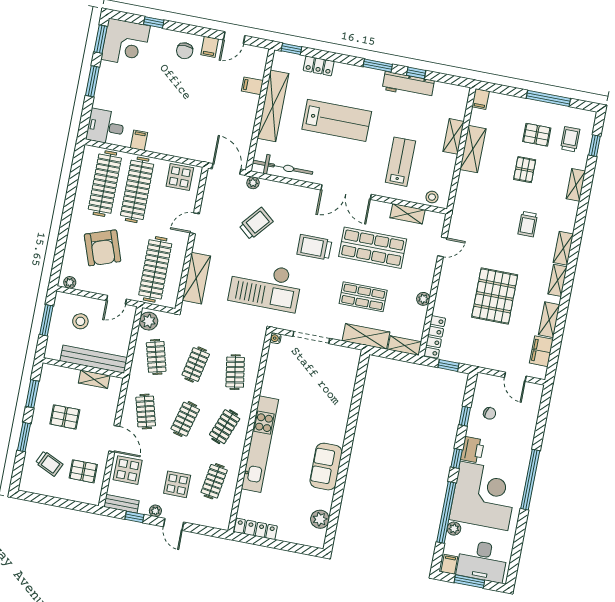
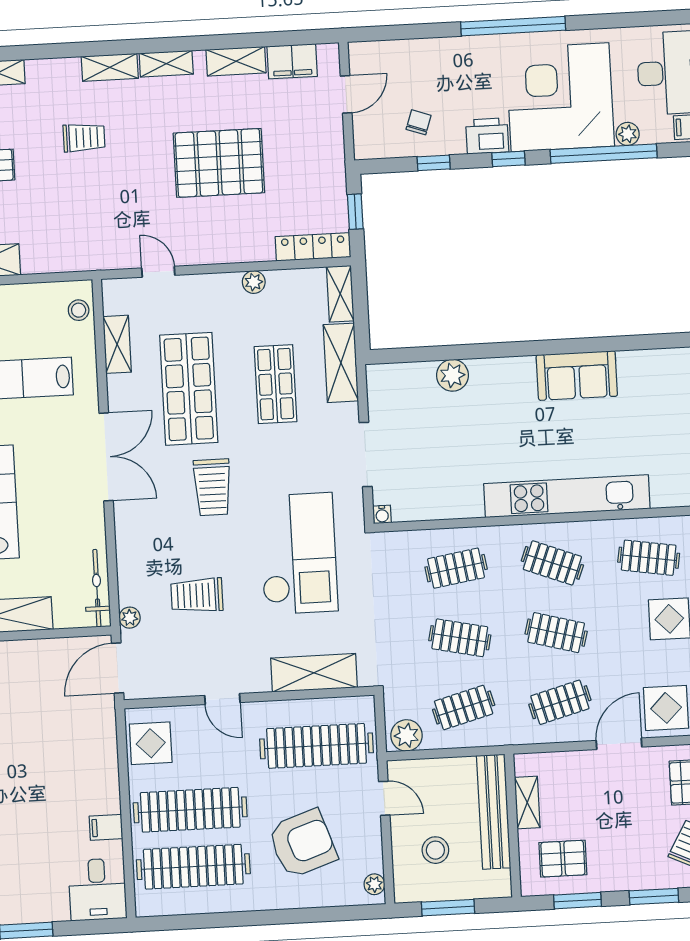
bicycle: (283, 167) -> (97, 588), width x0.73, depth x0.71
trolley: (256, 223) -> (197, 595), turned -40
pallet: (65, 417) -> (563, 859), moved, turned 90
plant: (320, 519) -> (452, 375), moved

